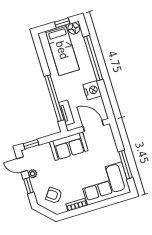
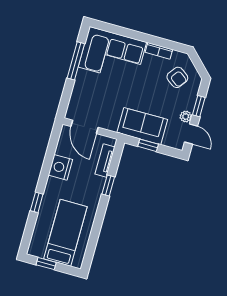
floor lamp: (74, 28) -> (37, 249), removed
window: (93, 58) -> (37, 202), width x0.32
window: (54, 98) -> (108, 185), width x0.32
window: (31, 144) -> (148, 145), moved
sofa: (69, 146) -> (142, 126), moved

